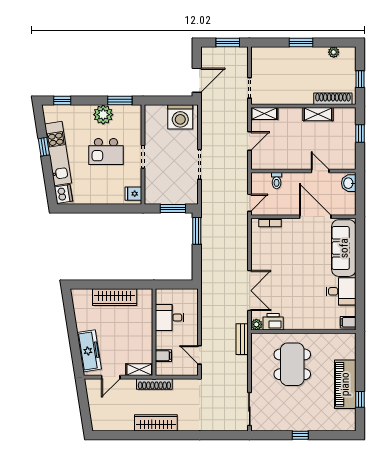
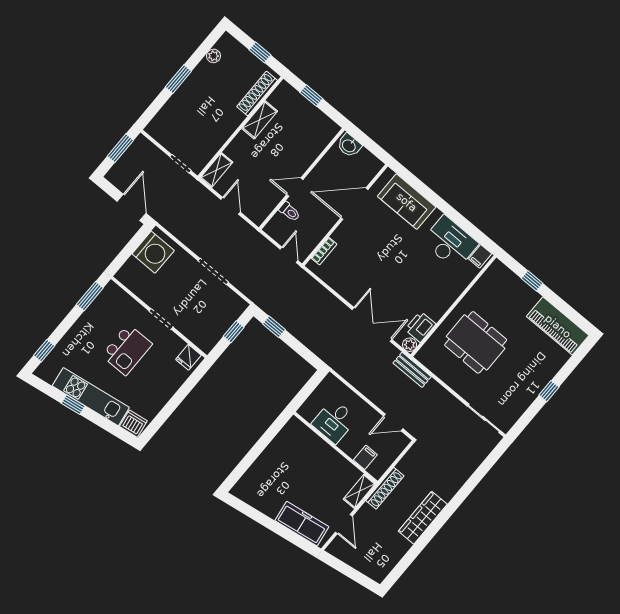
plant: (103, 115) -> (90, 323), removed
door: (320, 171) -> (295, 187), moved
window: (173, 208) -> (234, 332), width x0.67
window: (197, 231) -> (274, 327), width x0.67
sofa: (344, 248) -> (407, 202), width x0.73
desk: (341, 291) -> (450, 243), width x1.37
wardrobe: (115, 297) -> (271, 457), removed
piano: (345, 384) -> (558, 326), moved
window: (360, 399) -> (532, 281), moved

